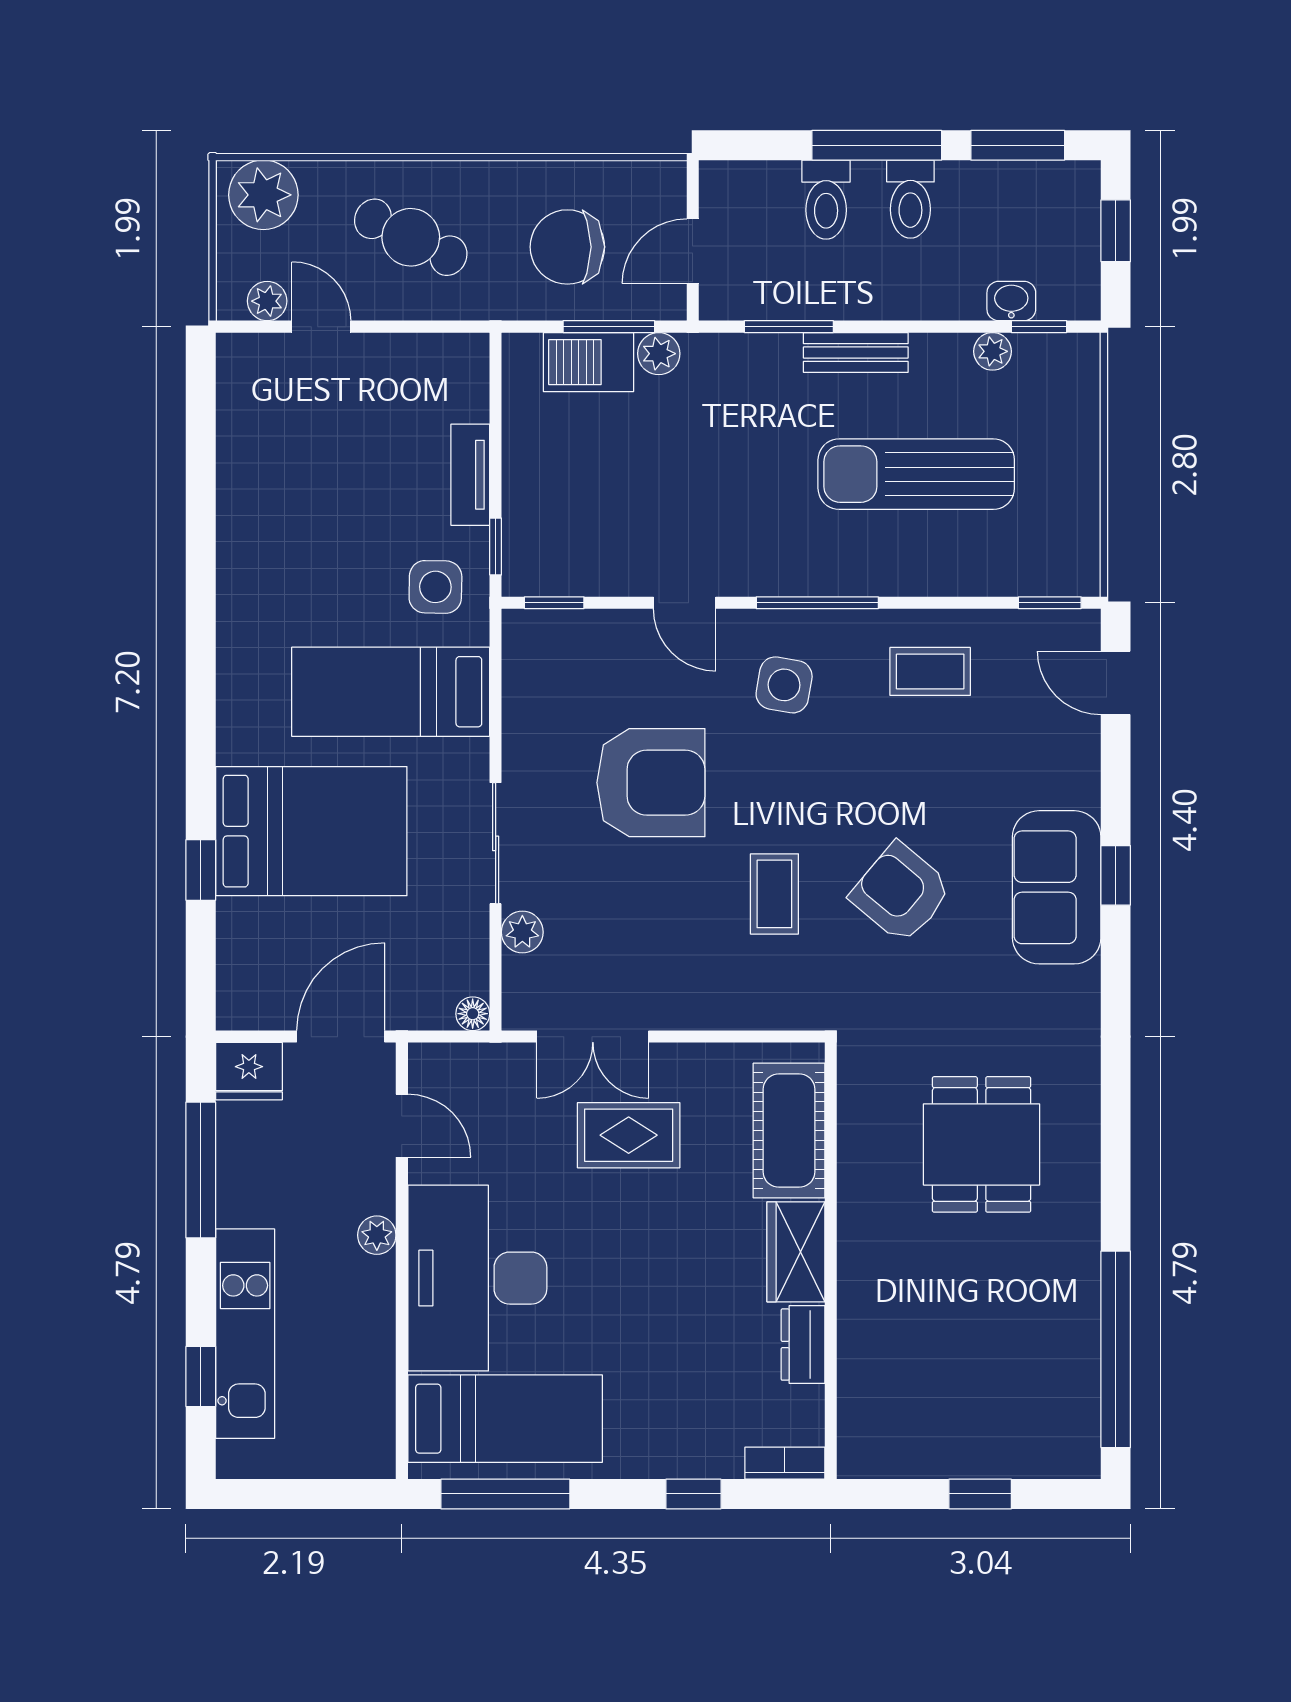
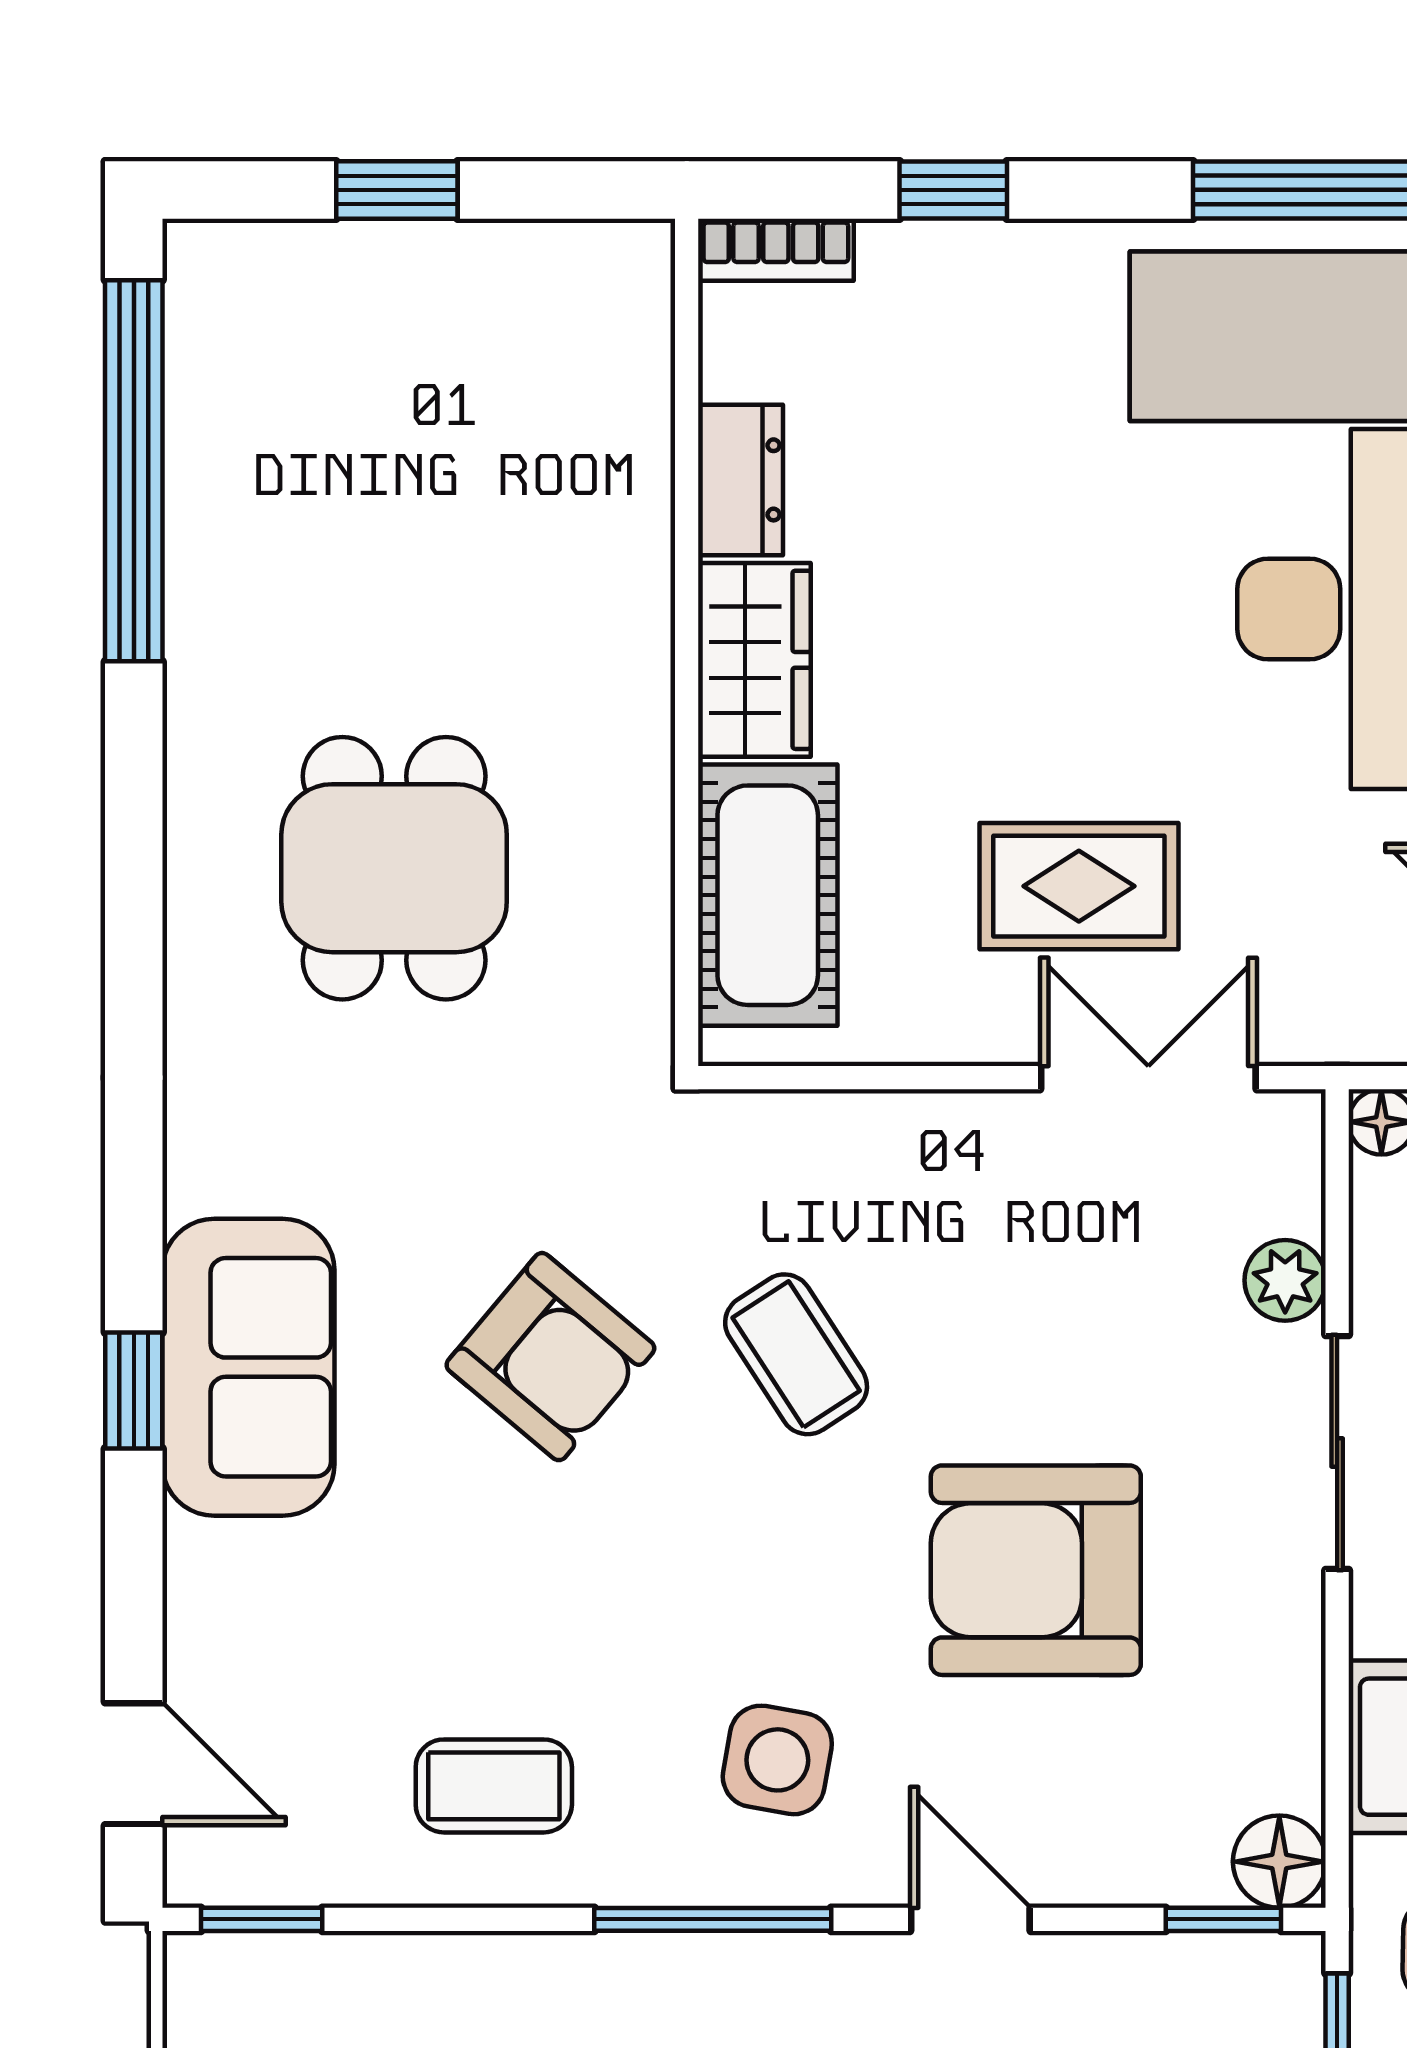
floor lamp: (525, 633) -> (1279, 1862), added
coffee table: (774, 894) -> (796, 1354), turned -33

